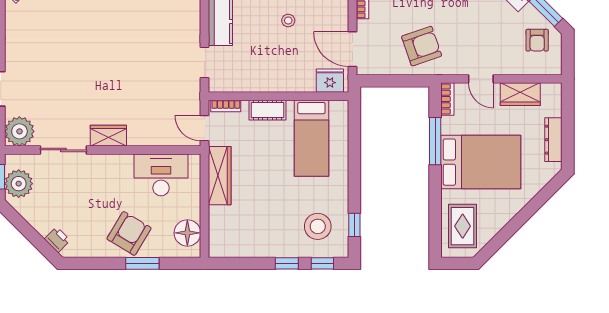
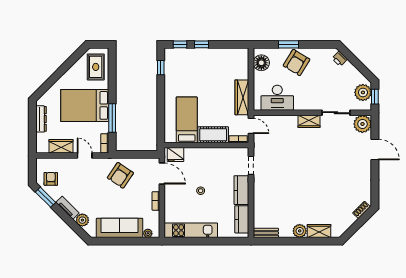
armchair: (422, 46) -> (120, 175), turned -37
cot: (268, 110) -> (213, 135), width x1.37, depth x1.34
stool: (318, 226) -> (183, 67), removed

